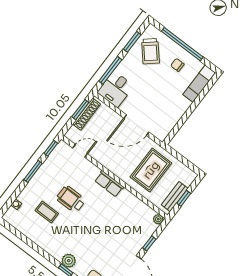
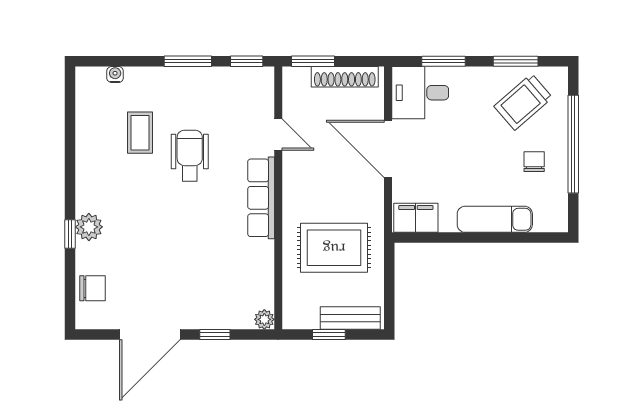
window: (110, 70) -> (444, 61), width x0.69
exam couch: (199, 84) -> (495, 219), moved
window: (80, 110) -> (313, 61), moved
door: (136, 125) -> (388, 149), moved
filing cabinet: (164, 129) -> (416, 218), added
door: (80, 151) -> (278, 135), moved
row of seats: (109, 184) -> (261, 198), width x1.48
bench: (175, 197) -> (350, 318), moved

